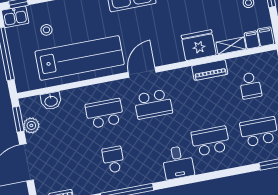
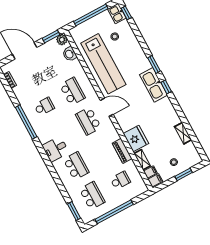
school desk: (250, 86) -> (120, 180), turned 180
plant: (31, 125) -> (62, 40), moved

